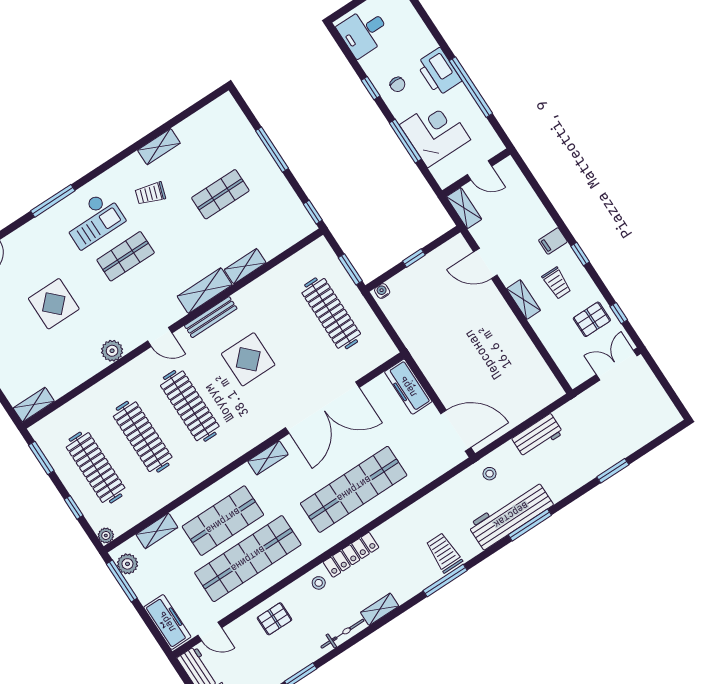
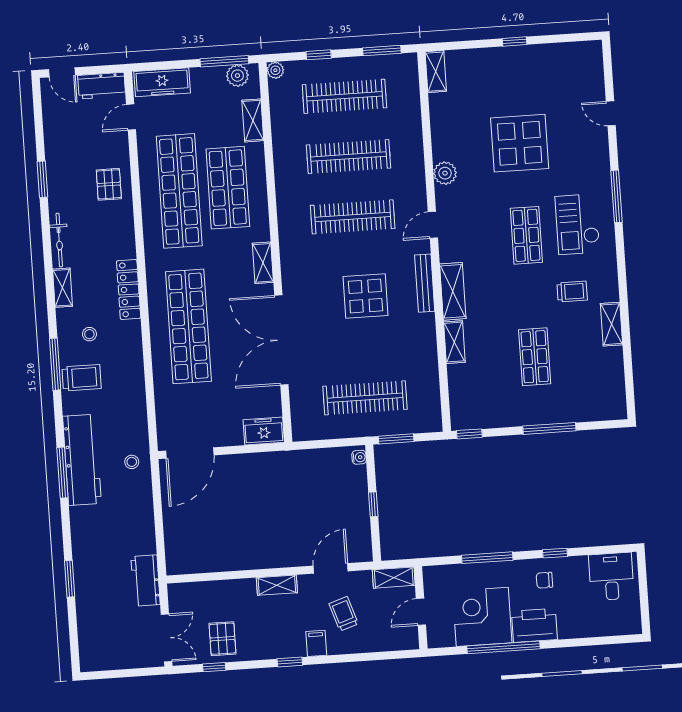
corner desk: (435, 132) -> (482, 617), moved, turned 180
trolley: (150, 194) -> (572, 292), turned 72
trolley: (557, 283) -> (344, 614), moved, turned 72
display table: (54, 304) -> (520, 143), width x1.36, depth x1.36
freezer: (408, 387) -> (264, 431), width x0.71
workbench: (538, 436) -> (146, 581), moved
stool: (319, 583) -> (89, 334), moved

